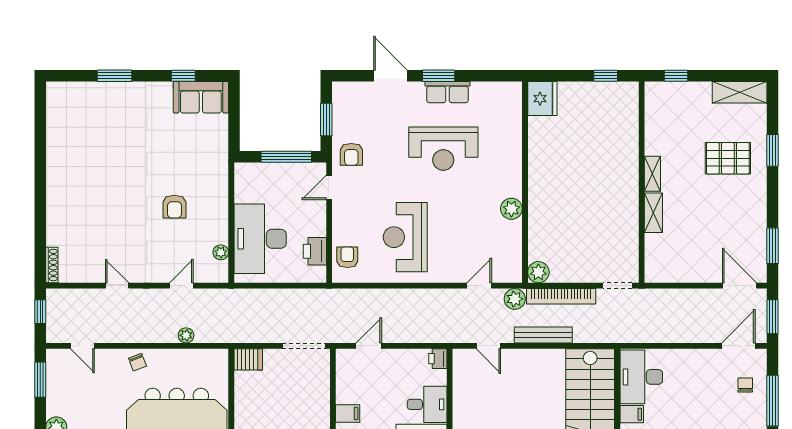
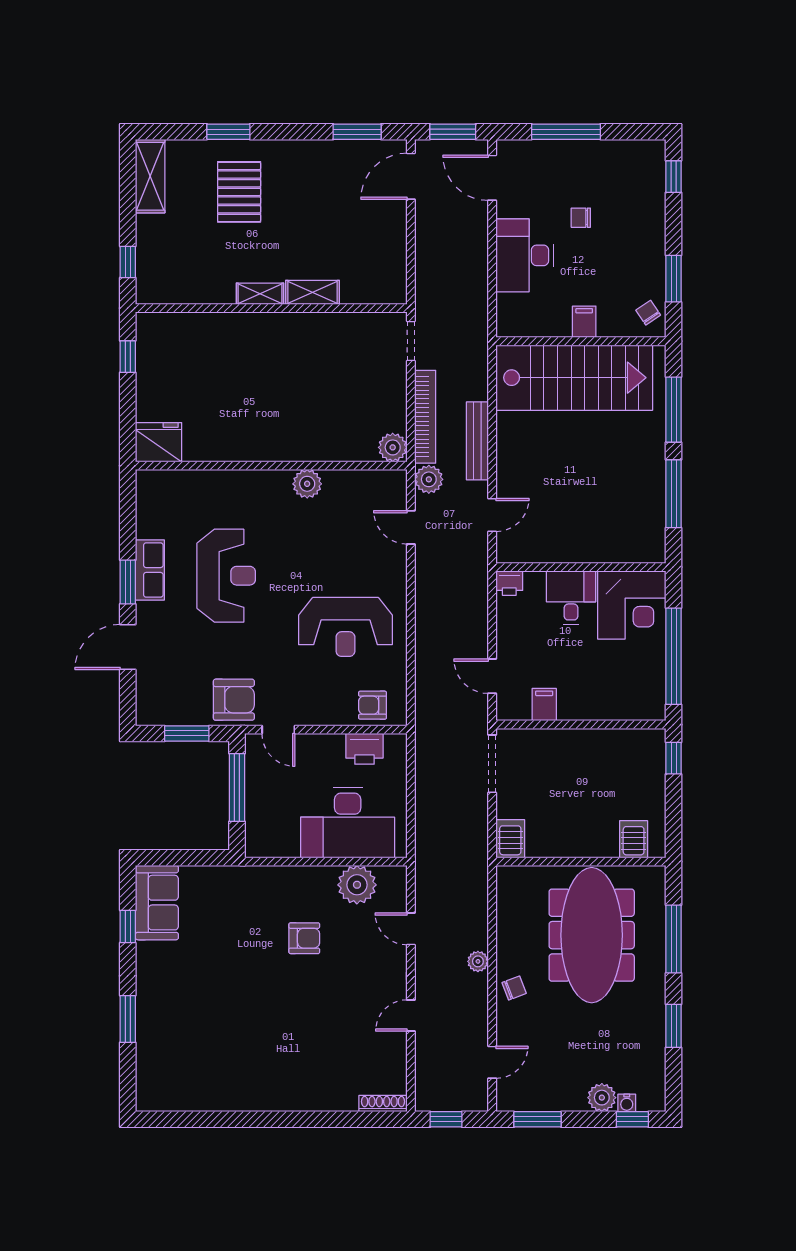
armchair: (351, 154) -> (234, 700), width x1.38, depth x1.38
plant: (221, 252) -> (357, 885), width x1.88, depth x1.88
plant: (186, 335) -> (478, 961), moved
desk: (641, 377) -> (525, 255), moved, turned 90
chair: (745, 385) -> (581, 218), moved
filing cabinet: (348, 414) -> (544, 705), moved

